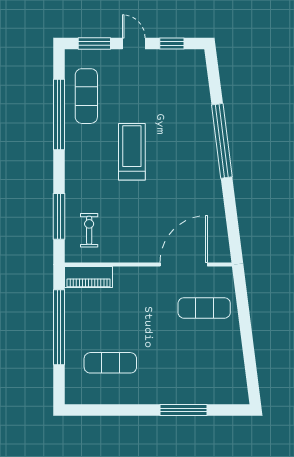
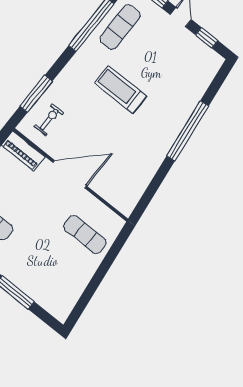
treadmill: (132, 152) -> (121, 90), turned -90
door: (184, 265) -> (70, 174), moved

